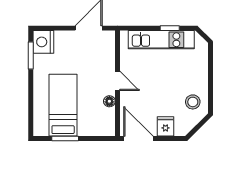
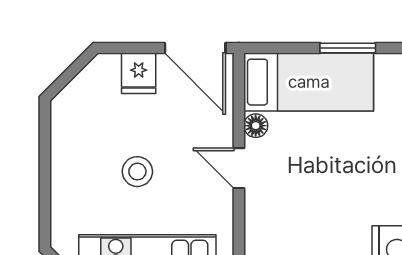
stool: (193, 102) -> (137, 172), moved
bed: (63, 105) -> (309, 82), moved, turned -90

